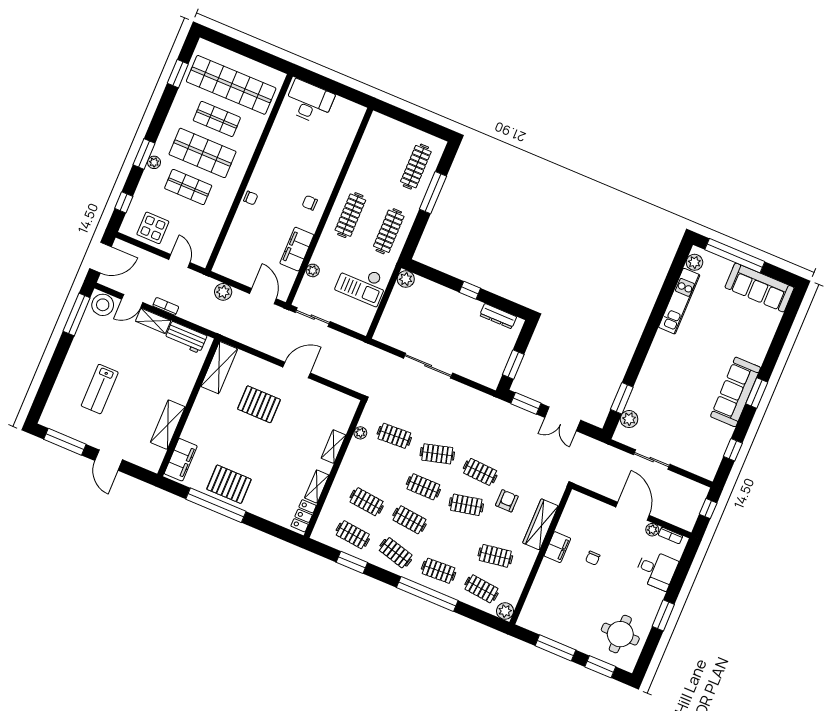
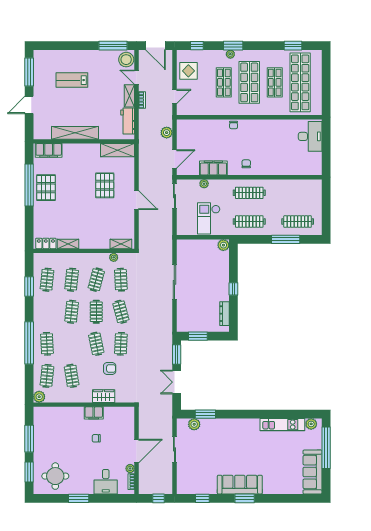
shelving: (168, 425) -> (75, 133), width x1.47
shelving: (333, 447) -> (121, 244), moved
wardrobe: (540, 524) -> (104, 396), width x0.67
clothes rail: (396, 553) -> (96, 280), moved

